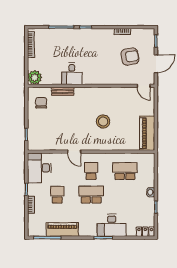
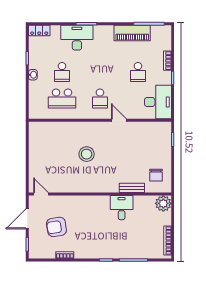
piano: (147, 133) -> (37, 141), removed
school desk: (91, 195) -> (62, 72), moved, width x0.54

